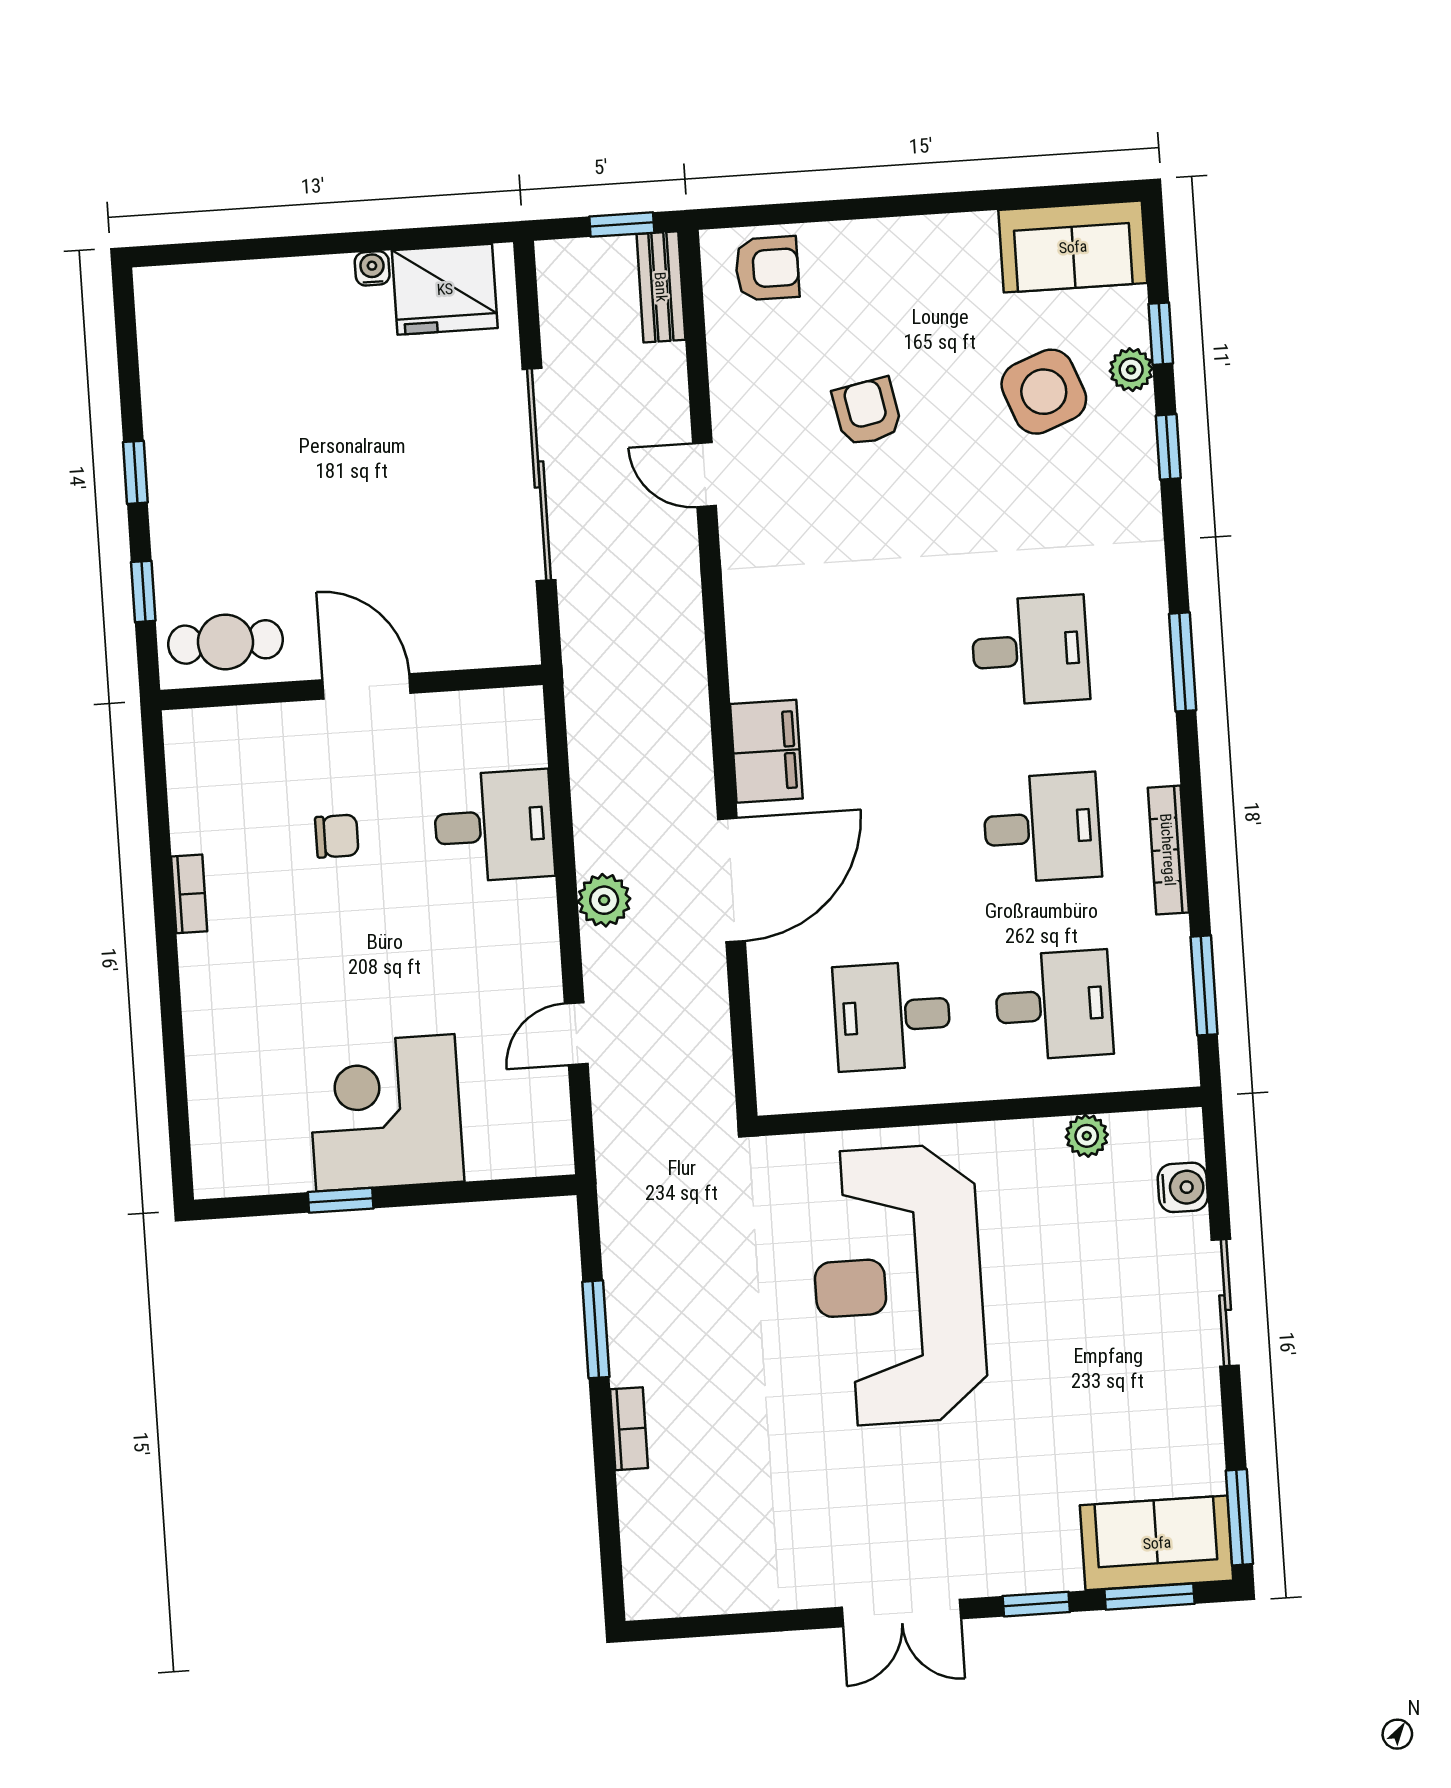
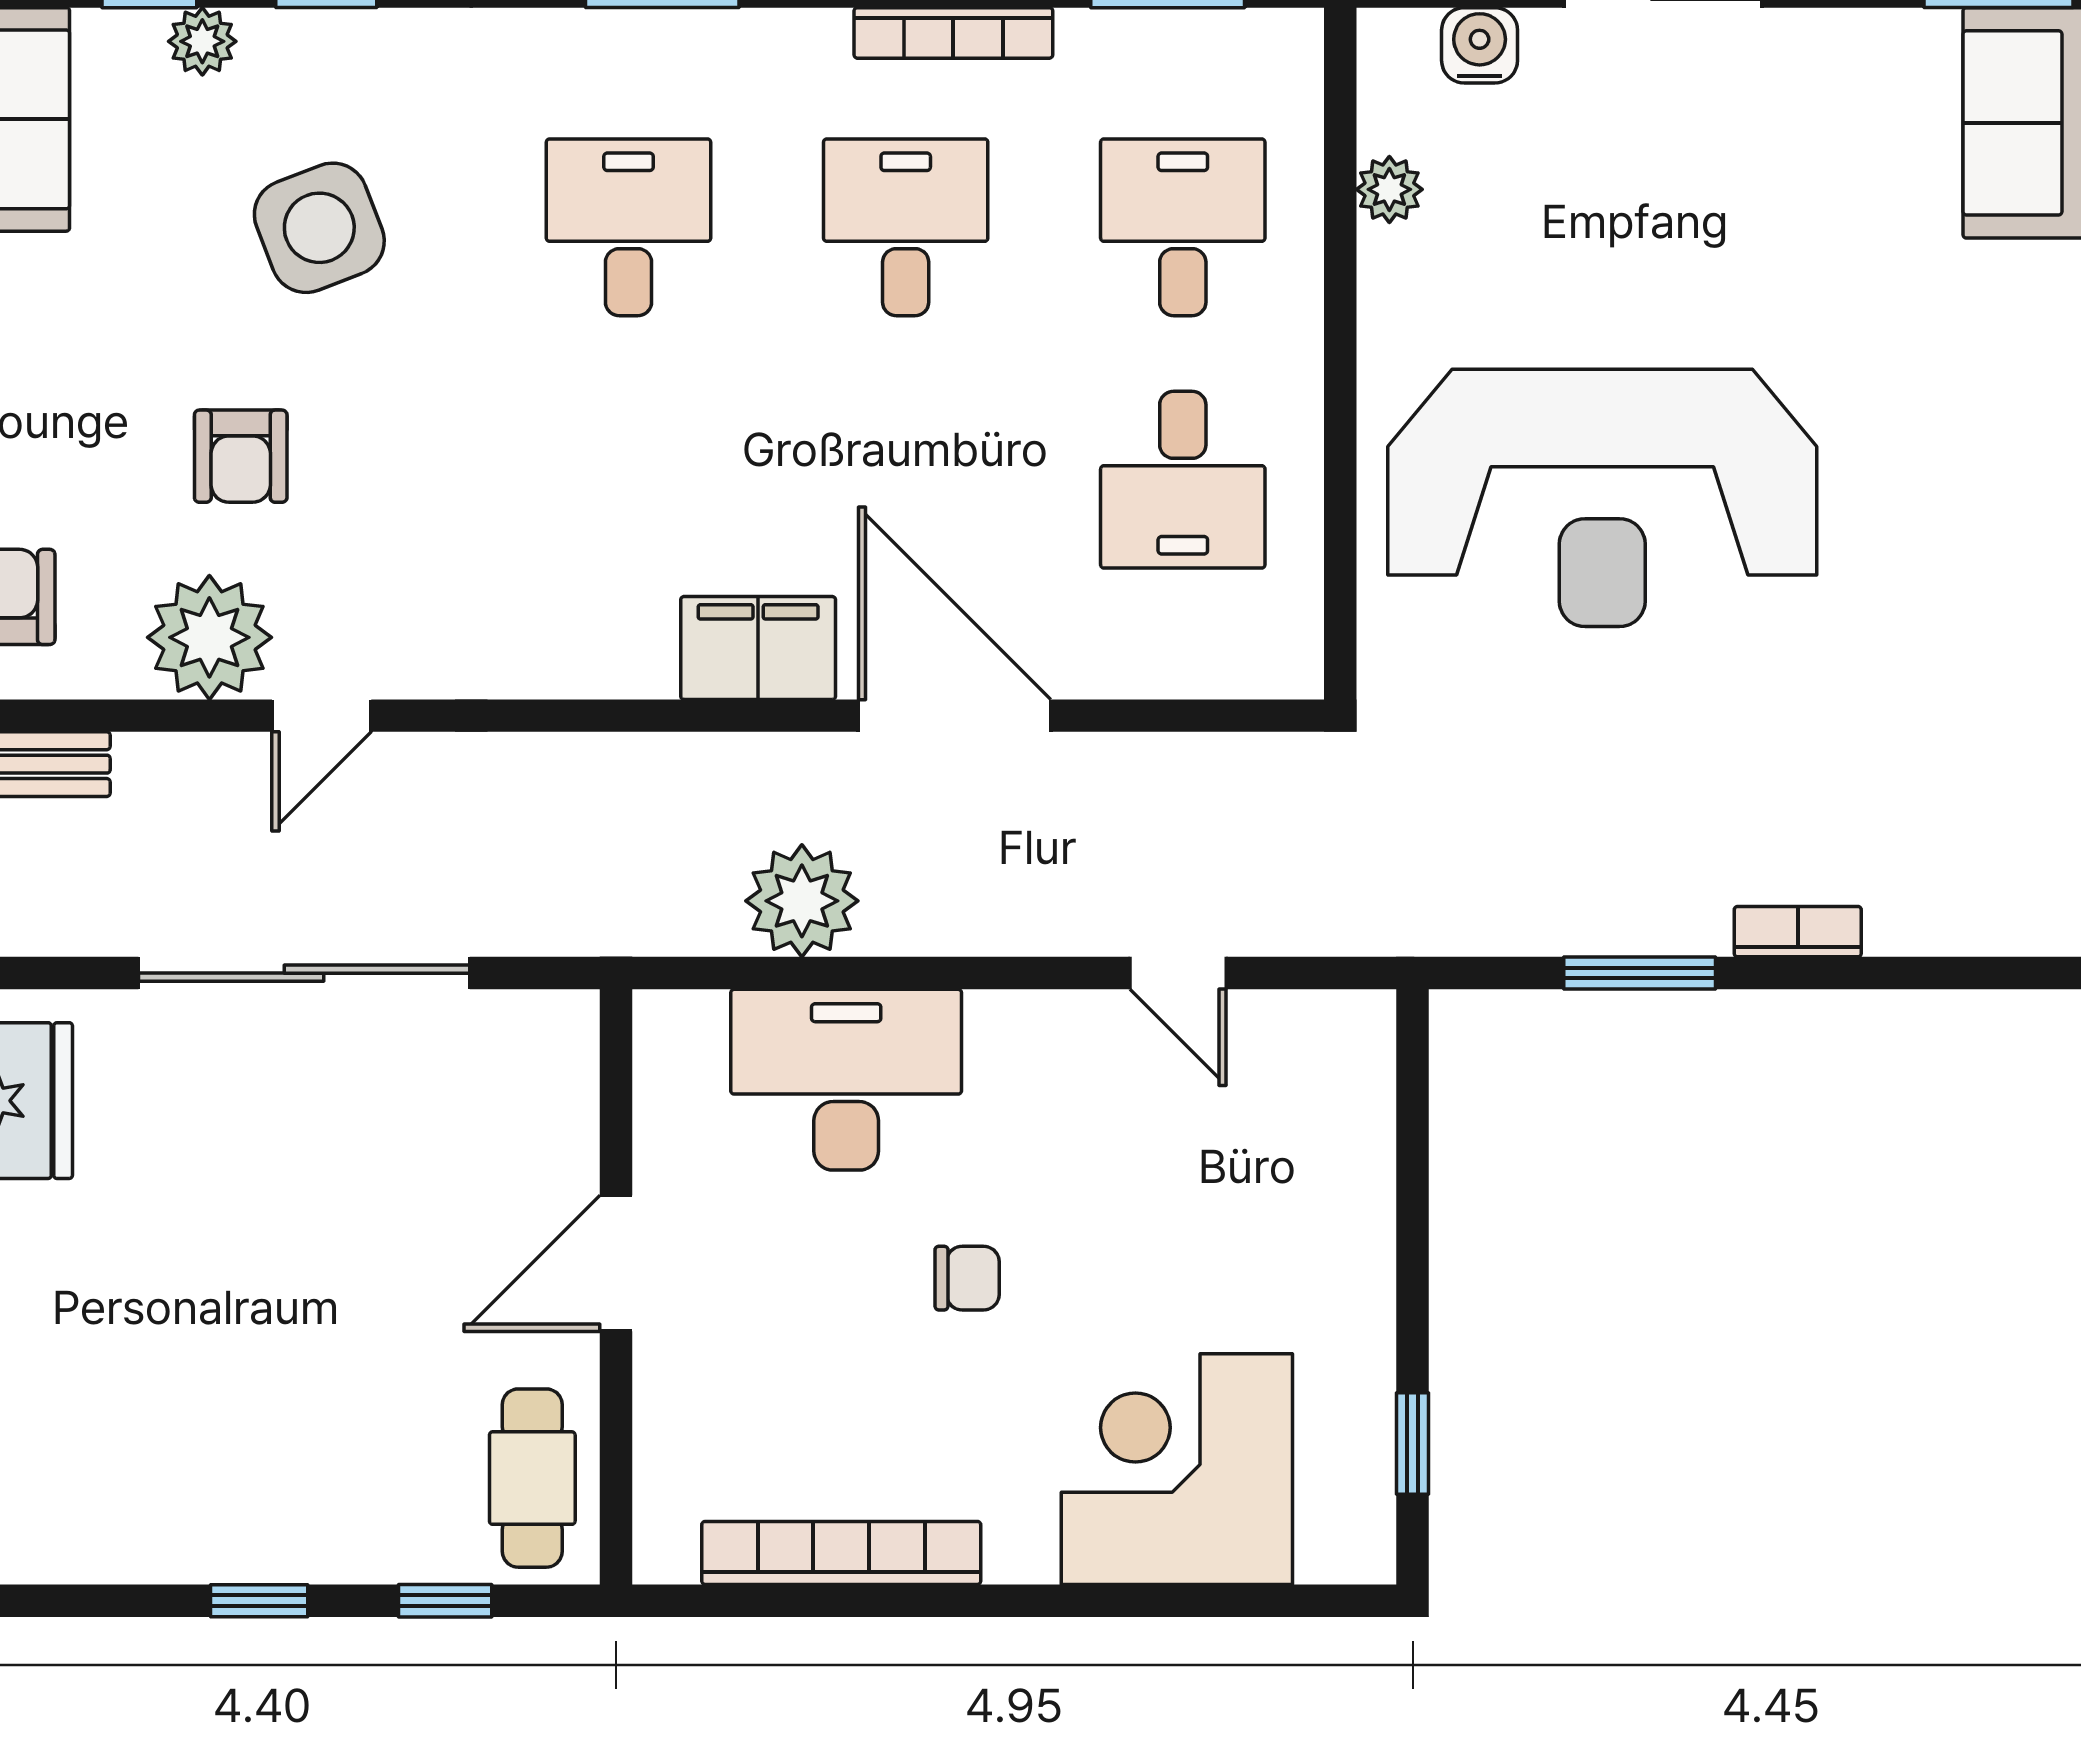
side table: (1044, 392) -> (319, 228), moved
plant: (750, 400) -> (209, 637), added
armchair: (867, 412) -> (241, 456), turned -79
desk: (494, 826) -> (846, 1080), width x1.37
chair: (337, 836) -> (967, 1278), moved, turned 90
bookcase: (189, 894) -> (841, 1553), width x2.31, depth x1.31
plant: (604, 900) -> (802, 901), moved, width x1.36, depth x1.36
corner desk: (385, 1113) -> (1177, 1469), moved, turned 90
window: (341, 1200) -> (1413, 1444), moved

